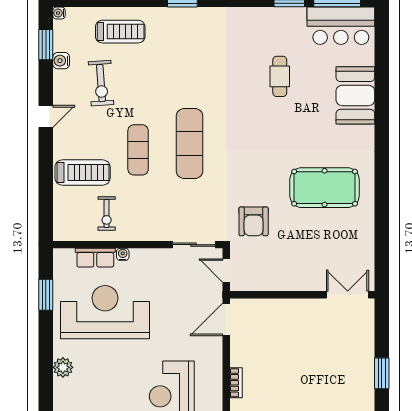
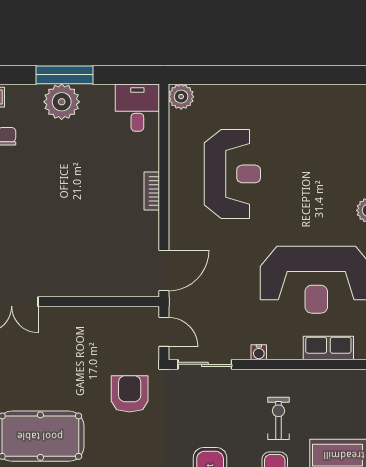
exercise bike: (107, 213) -> (278, 418), moved
water cooler: (123, 254) -> (259, 352), moved

